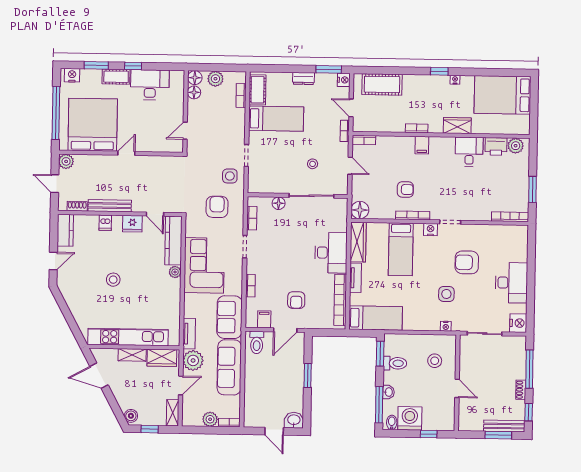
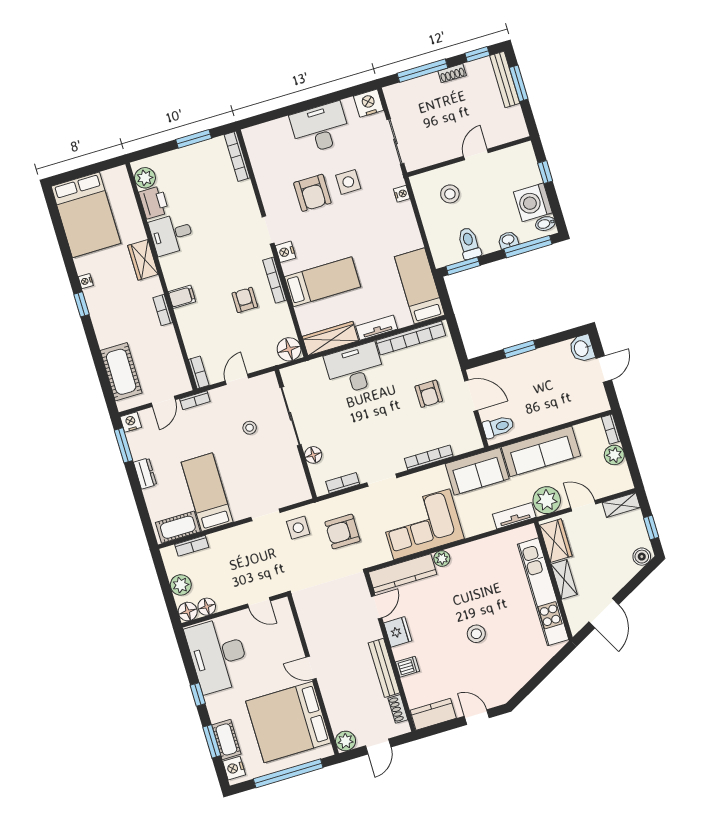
cot: (116, 77) -> (226, 739), moved
desk: (150, 85) -> (218, 655), width x1.36, depth x1.30
bookcase: (250, 286) -> (429, 458), width x1.56
side table: (446, 294) -> (348, 182), moved
armchair: (296, 300) -> (429, 394), turned 90
filing cabinet: (264, 319) -> (466, 427), removed

